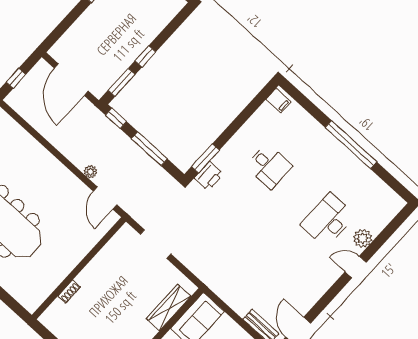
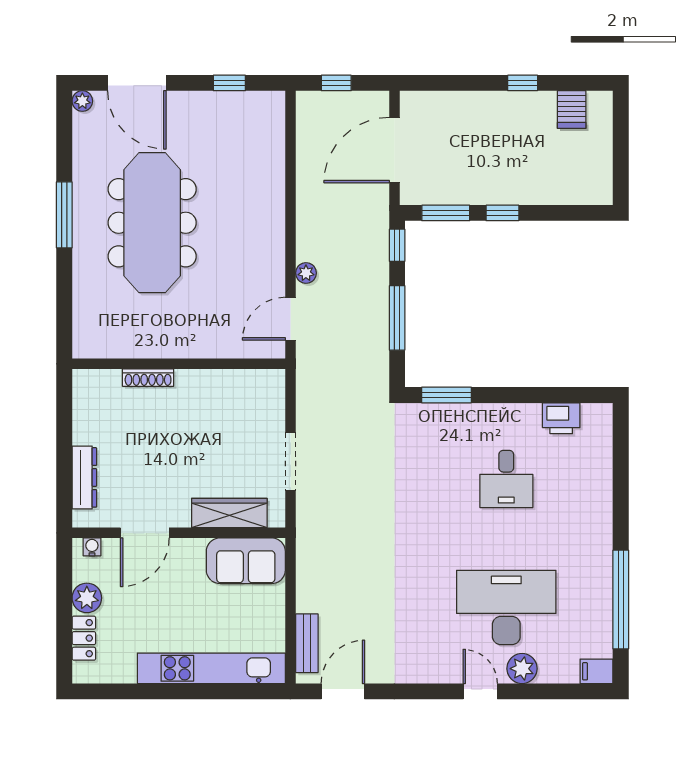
filing cabinet: (278, 101) -> (597, 671), moved, turned 90
window: (351, 145) -> (621, 600), moved
printer: (209, 176) -> (561, 418), moved
desk: (328, 220) -> (506, 607), width x1.36, depth x1.30
doorway: (156, 244) -> (290, 461), moved
shoe rack: (69, 292) -> (148, 378), width x1.43

